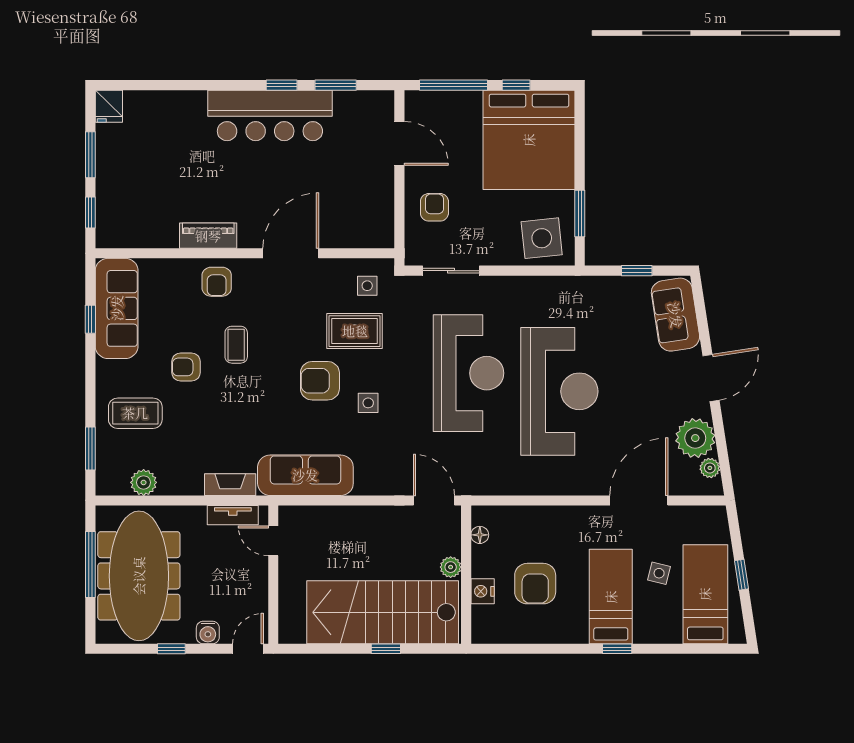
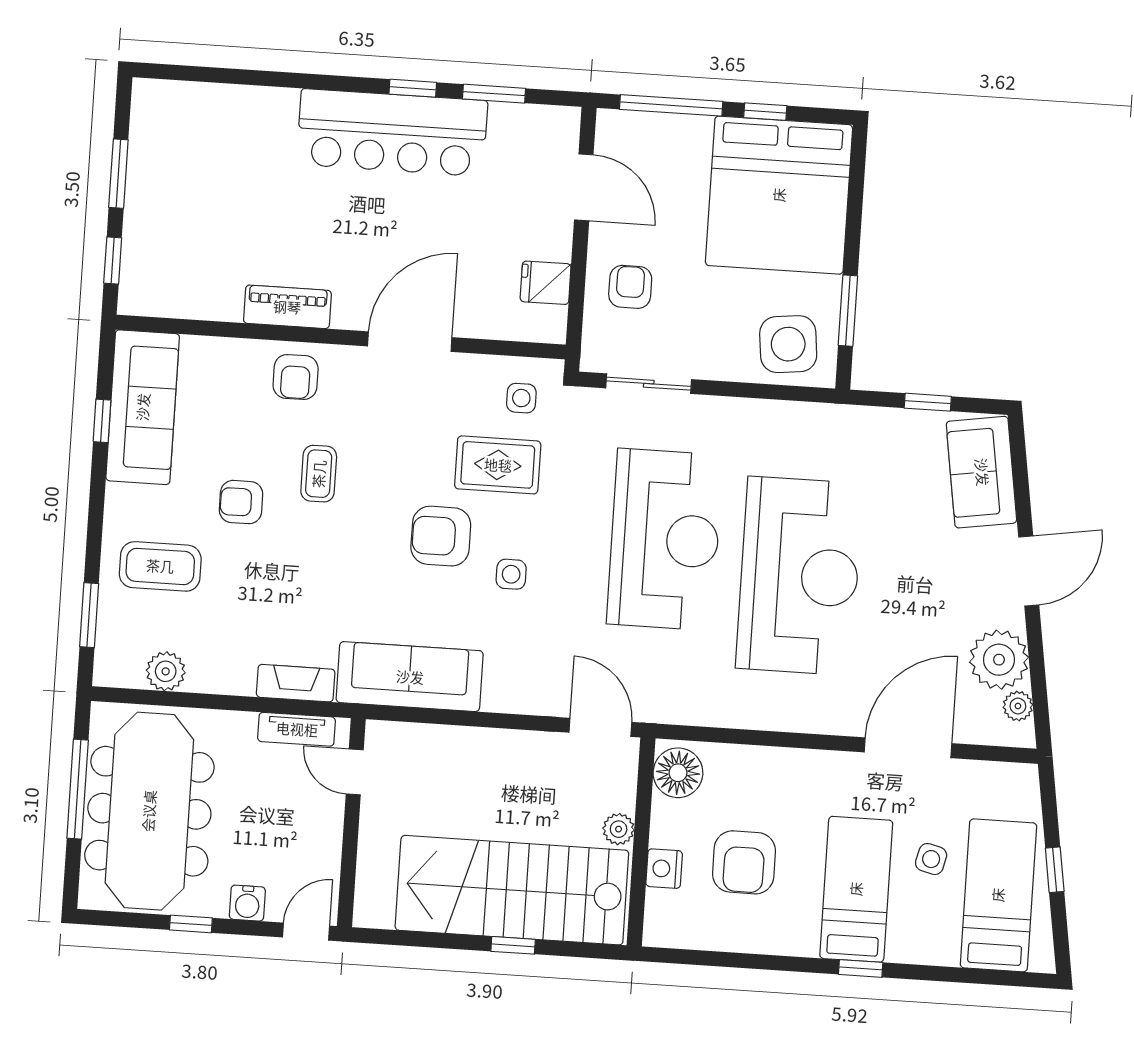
fridge: (109, 106) -> (546, 283), moved, turned 90
floor lamp: (480, 535) -> (678, 773), width x1.89, depth x1.89

